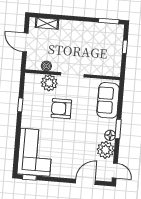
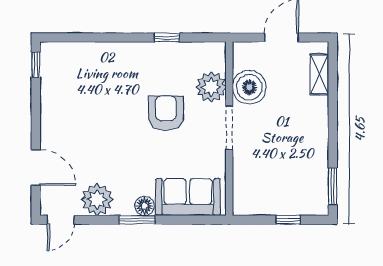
boiler: (46, 66) -> (249, 87), width x1.86, depth x1.86
floor lamp: (110, 135) -> (144, 206), moved
corner sofa: (35, 152) -> (82, 72), removed

